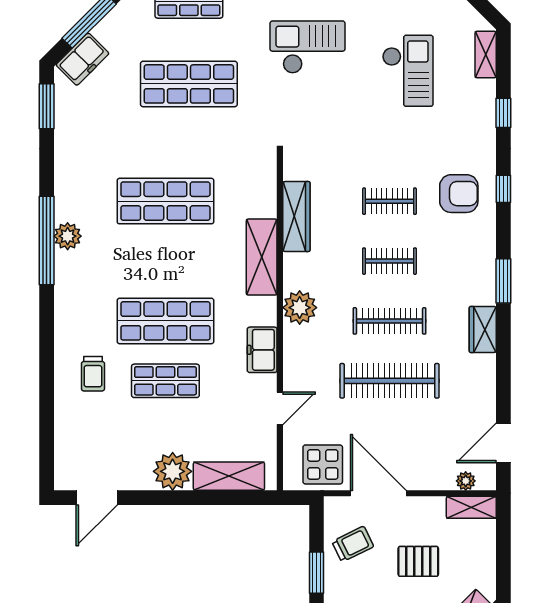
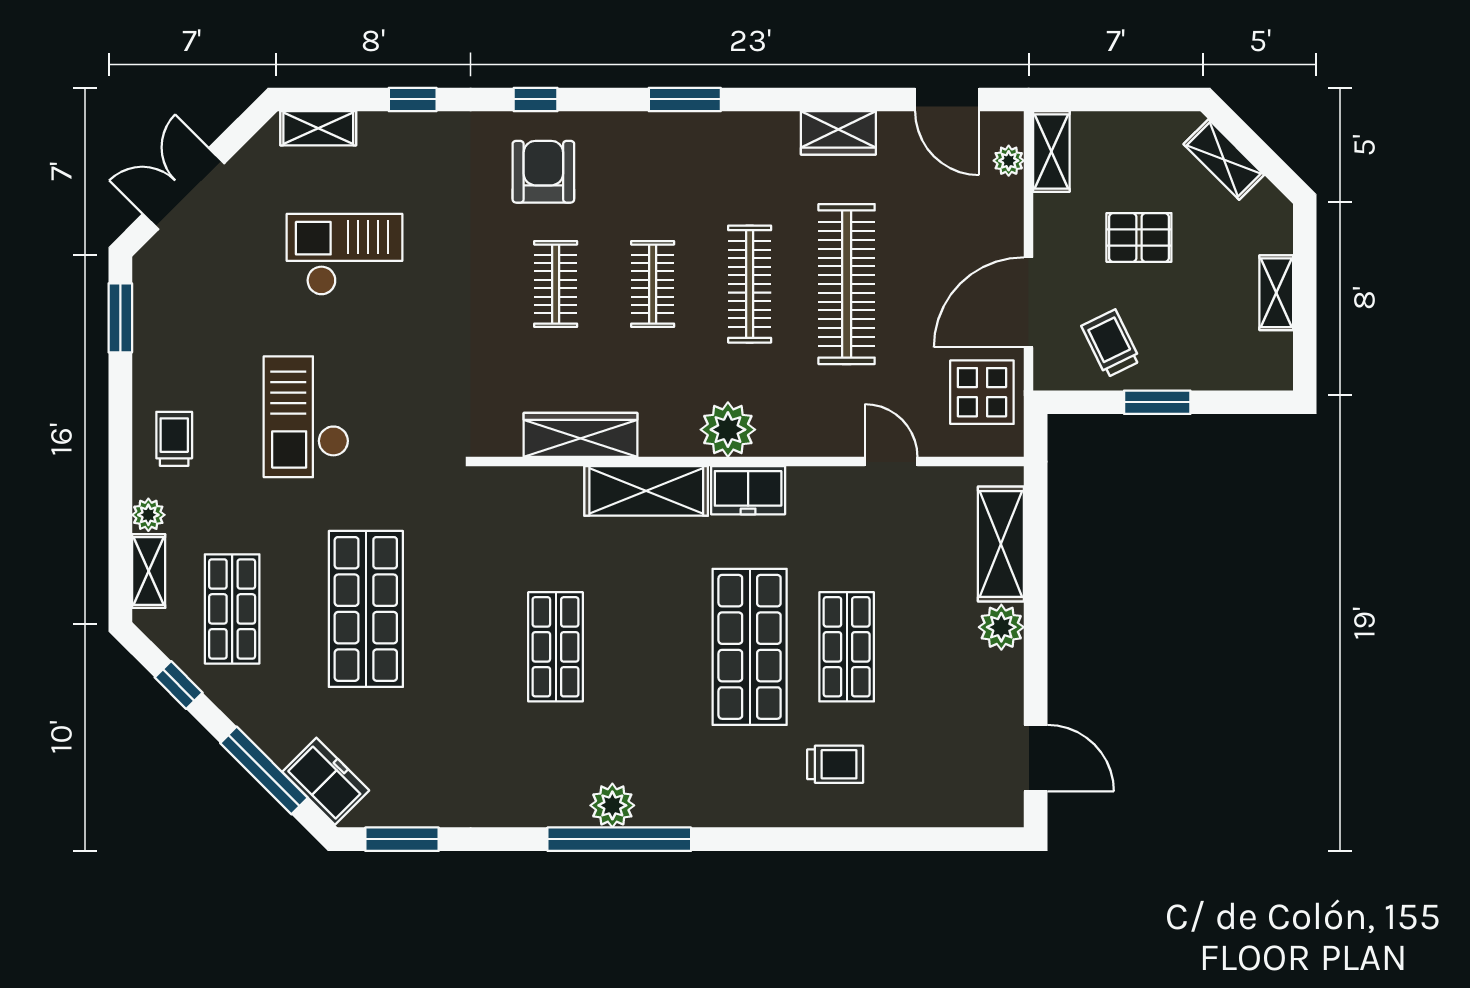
shop shelf: (165, 201) -> (556, 647), width x0.70, depth x0.74
wardrobe: (483, 329) -> (838, 133), moved
freezer: (262, 350) -> (748, 490), moved
plant: (173, 471) -> (1001, 627), width x0.73, depth x0.73
pallet: (418, 561) -> (1139, 237), turned 90

